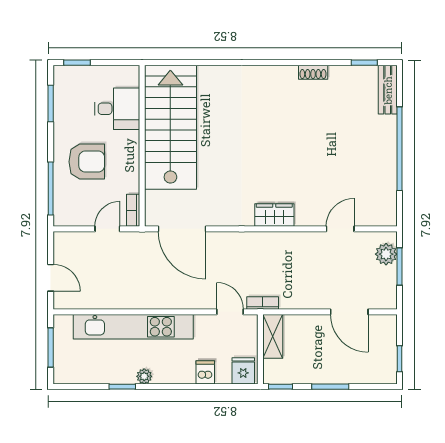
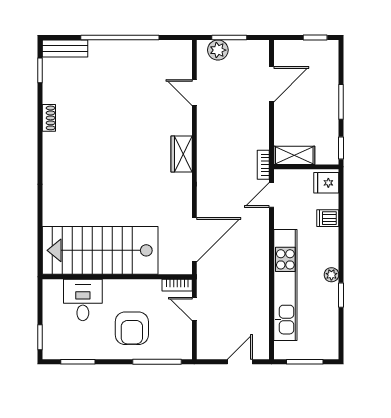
armchair: (87, 162) -> (132, 328), turned 180

